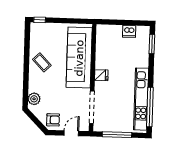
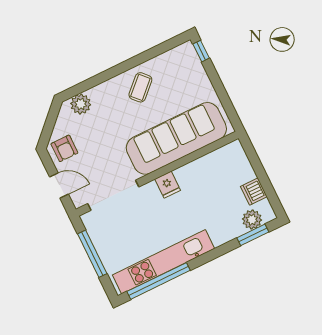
plant: (143, 40) -> (252, 220), added

